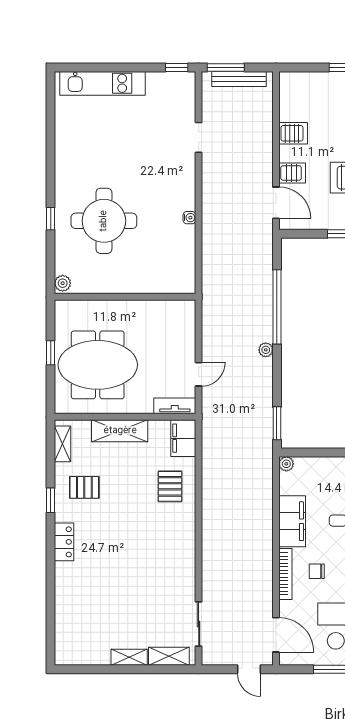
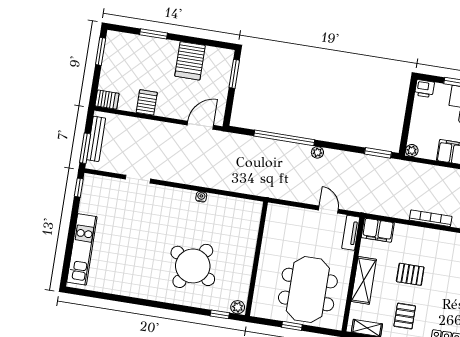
server rack: (292, 173) -> (107, 100), moved, turned 90
window: (51, 219) -> (220, 314), moved
round table: (104, 221) -> (193, 266), turned 32
pallet: (170, 486) -> (410, 274), moved
bookcase: (208, 500) -> (431, 218), added

